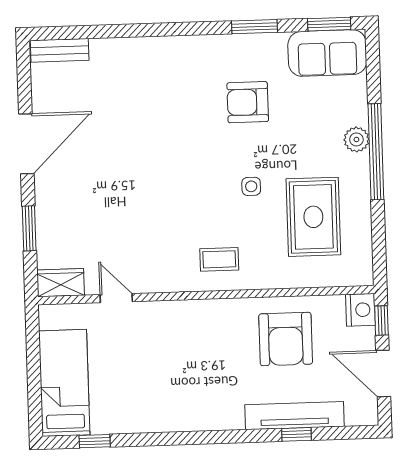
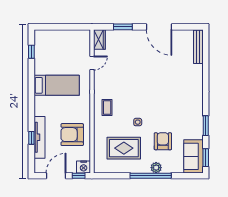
bench: (60, 50) -> (198, 47), width x1.36
armchair: (248, 102) -> (163, 141), moved
bed: (64, 383) -> (57, 85), moved

